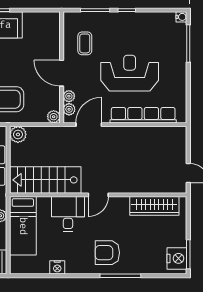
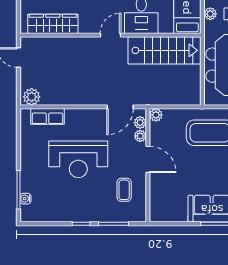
water cooler: (181, 17) -> (25, 199), moved
row of seats: (143, 115) -> (47, 116), width x0.50
plant: (18, 134) -> (32, 97), moved

